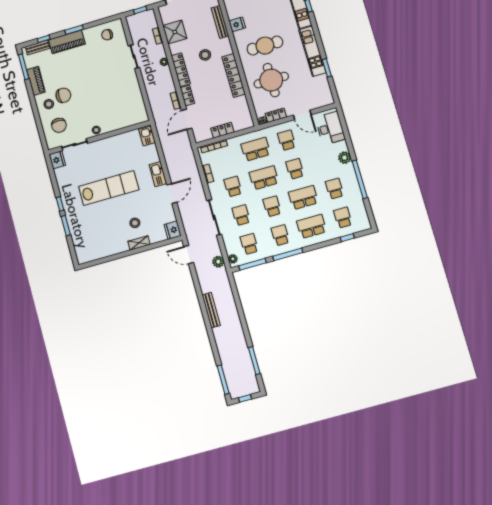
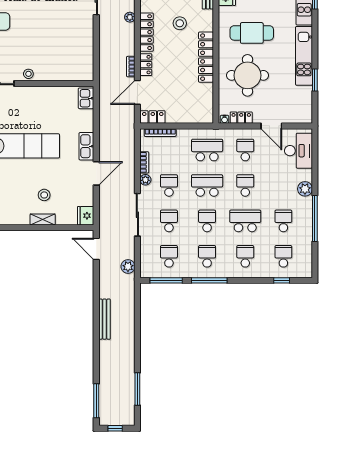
locker: (222, 130) -> (153, 117), moved
school desk: (312, 226) -> (245, 256), width x0.54
plant: (233, 259) -> (145, 180), moved

